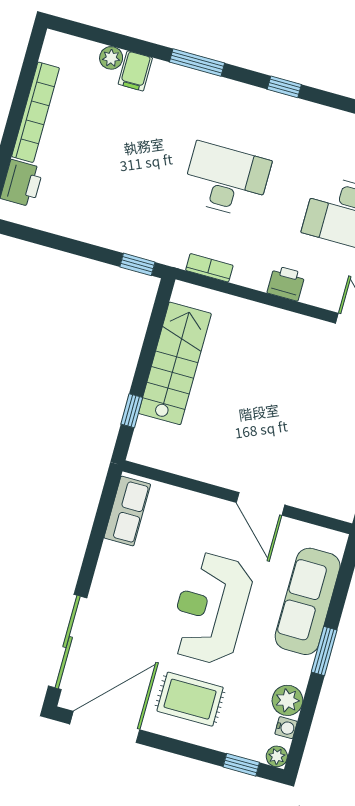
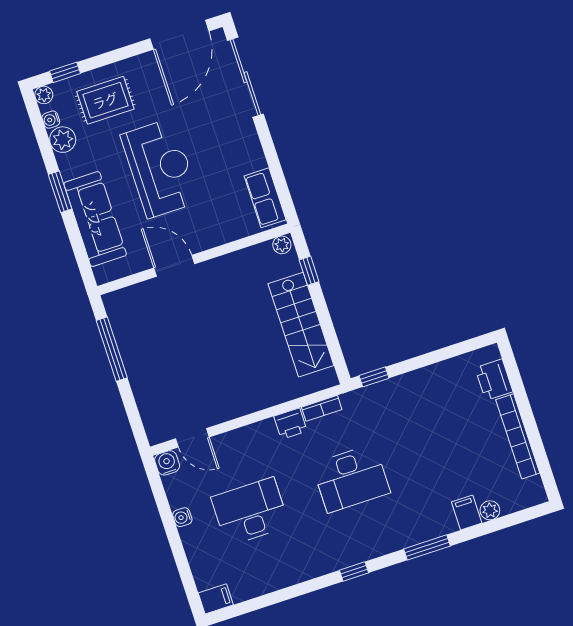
printer: (286, 283) -> (290, 424), moved
plant: (142, 454) -> (282, 245), added
rug: (190, 699) -> (105, 100), moved

